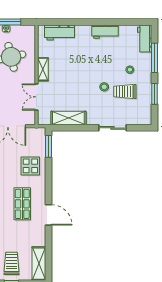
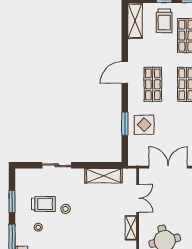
window: (49, 146) -> (125, 124), moved
door: (49, 215) -> (125, 73), hinge flipped

